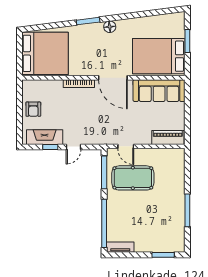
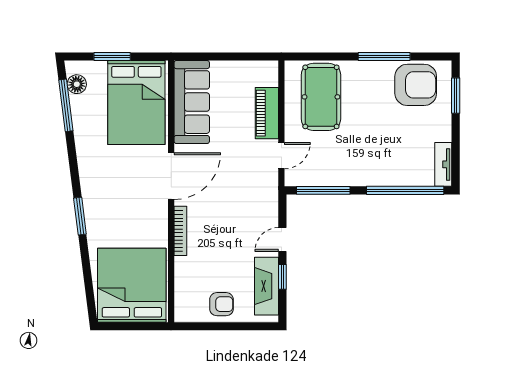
window: (157, 12) -> (66, 105), added
floor lamp: (110, 27) -> (77, 84), moved
piano: (168, 137) -> (267, 113), moved
door: (74, 147) -> (282, 239), swing flipped
pool table: (133, 178) -> (321, 97), moved
armchair: (170, 230) -> (416, 85), added

